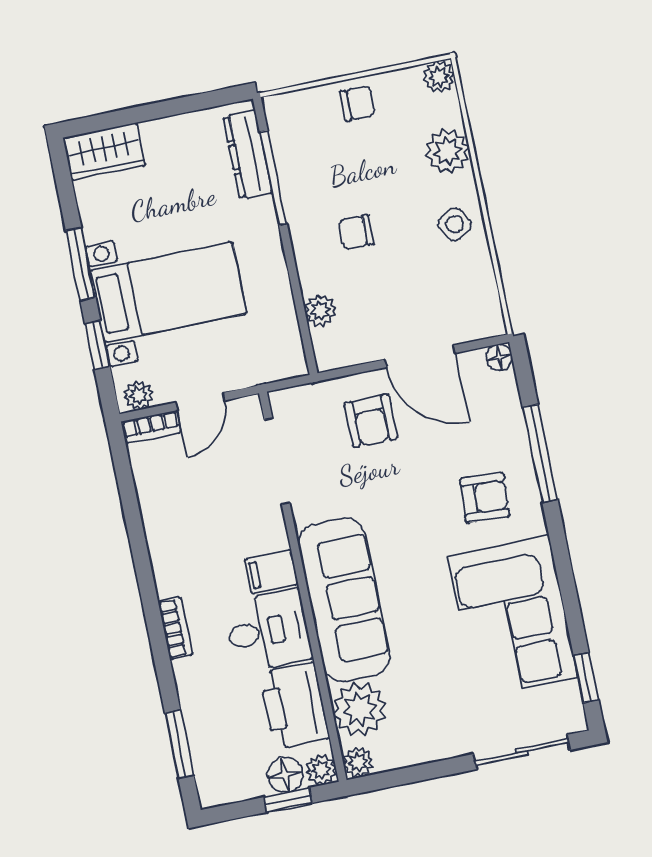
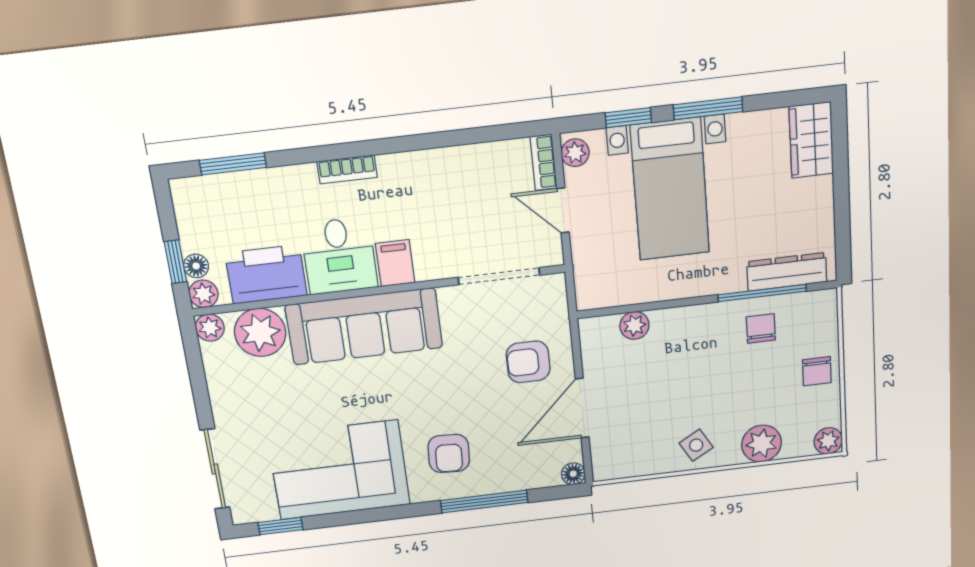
chair: (356, 232) -> (761, 328), moved
floor lamp: (285, 775) -> (196, 266), width x0.73, depth x0.73

